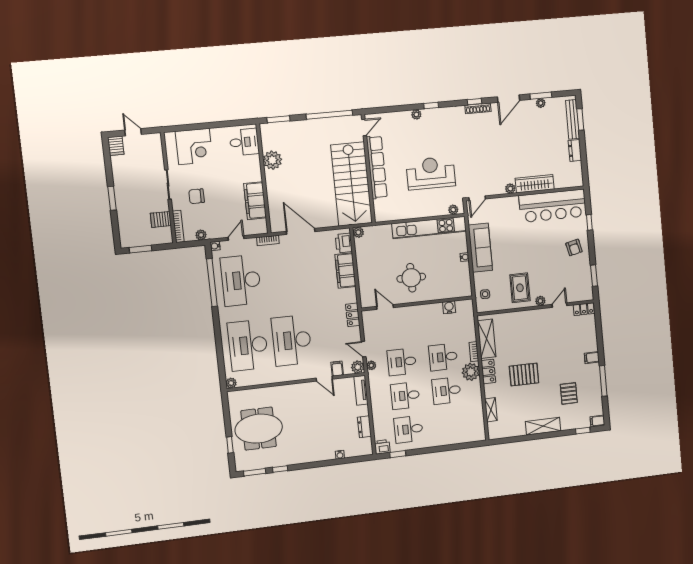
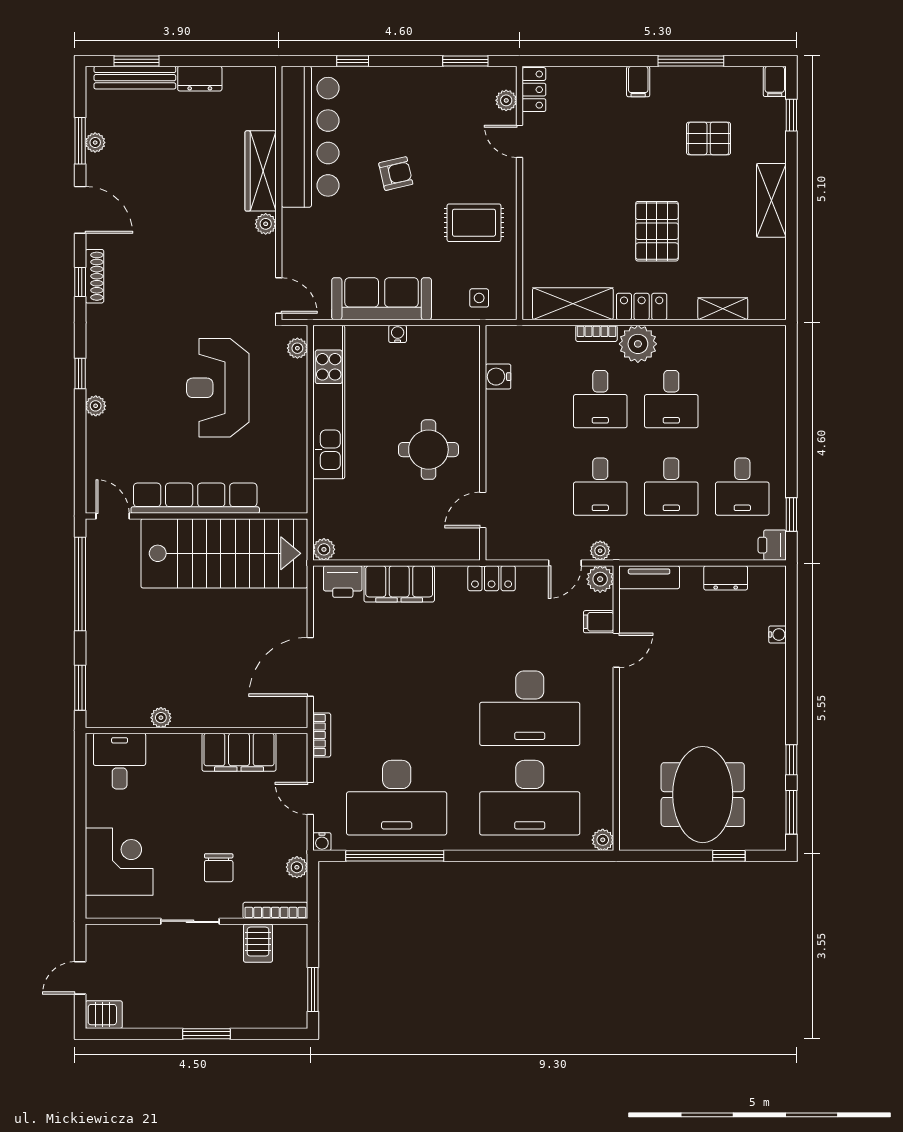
plant: (272, 160) -> (161, 718), width x0.53, depth x0.53
armchair: (574, 248) -> (396, 174), moved
plant: (540, 301) -> (506, 100), moved

